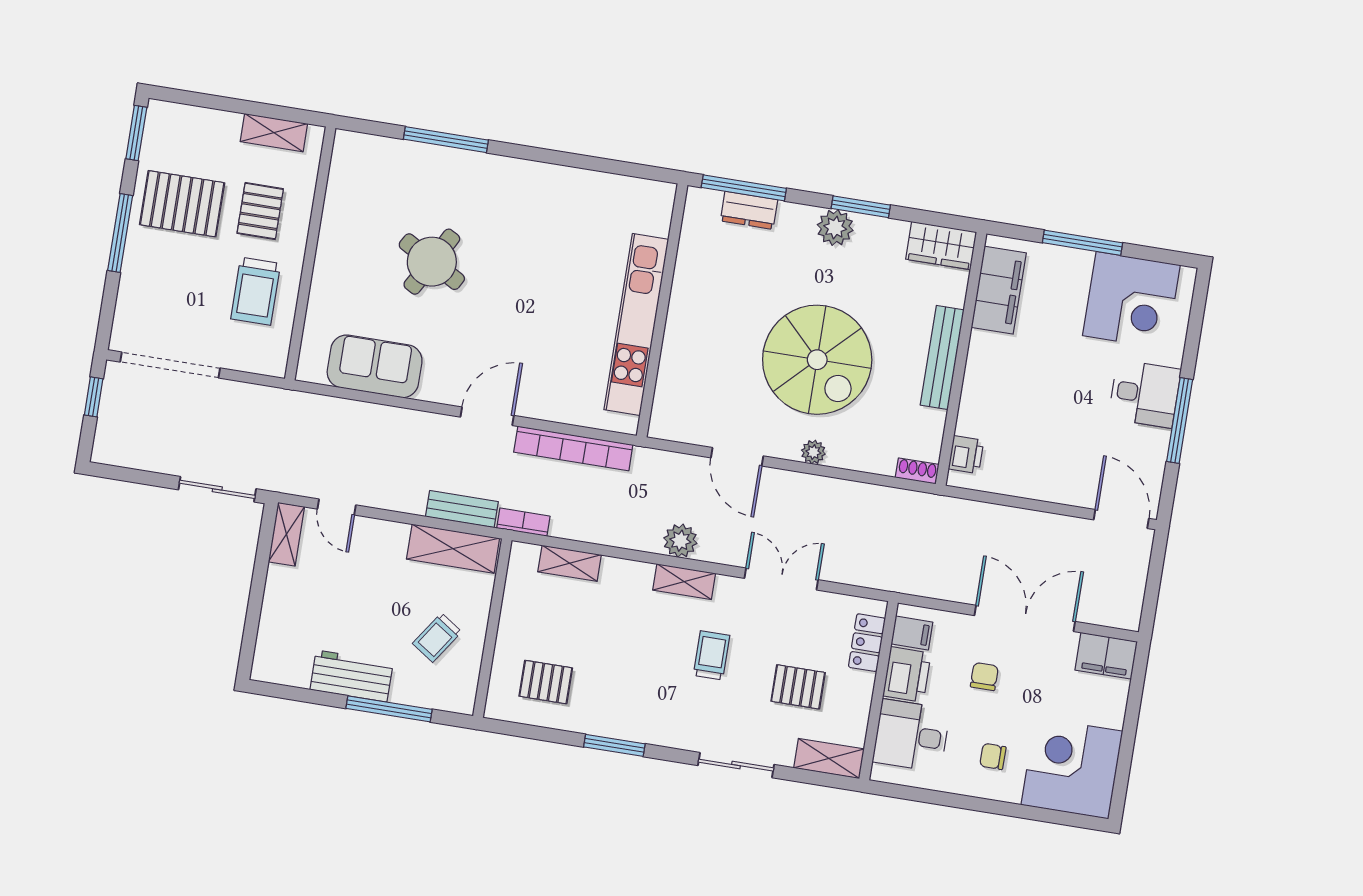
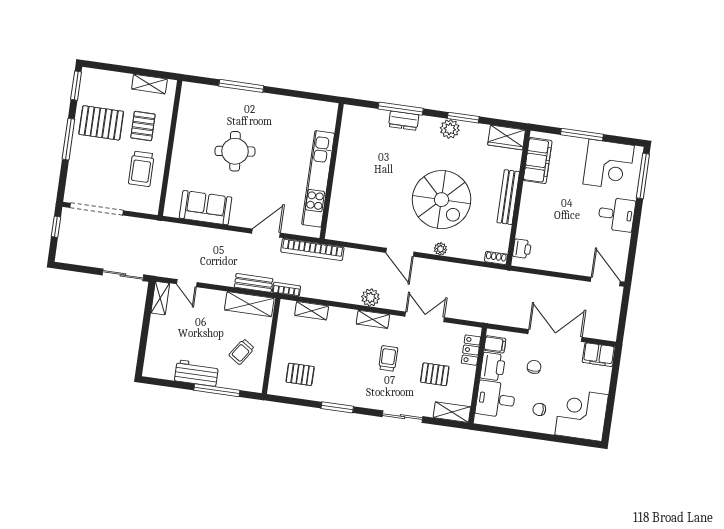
round table: (432, 262) -> (235, 151), turned -36
wall: (662, 310) -> (332, 171), moved
kitchen unit: (636, 325) -> (318, 179), moved
window: (1180, 421) -> (643, 176), moved

